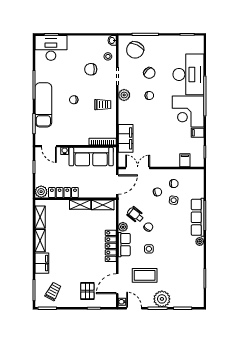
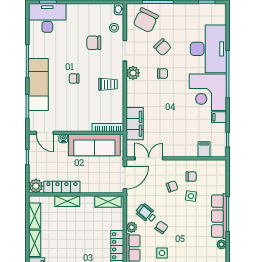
shelving: (80, 205) -> (67, 201), moved

